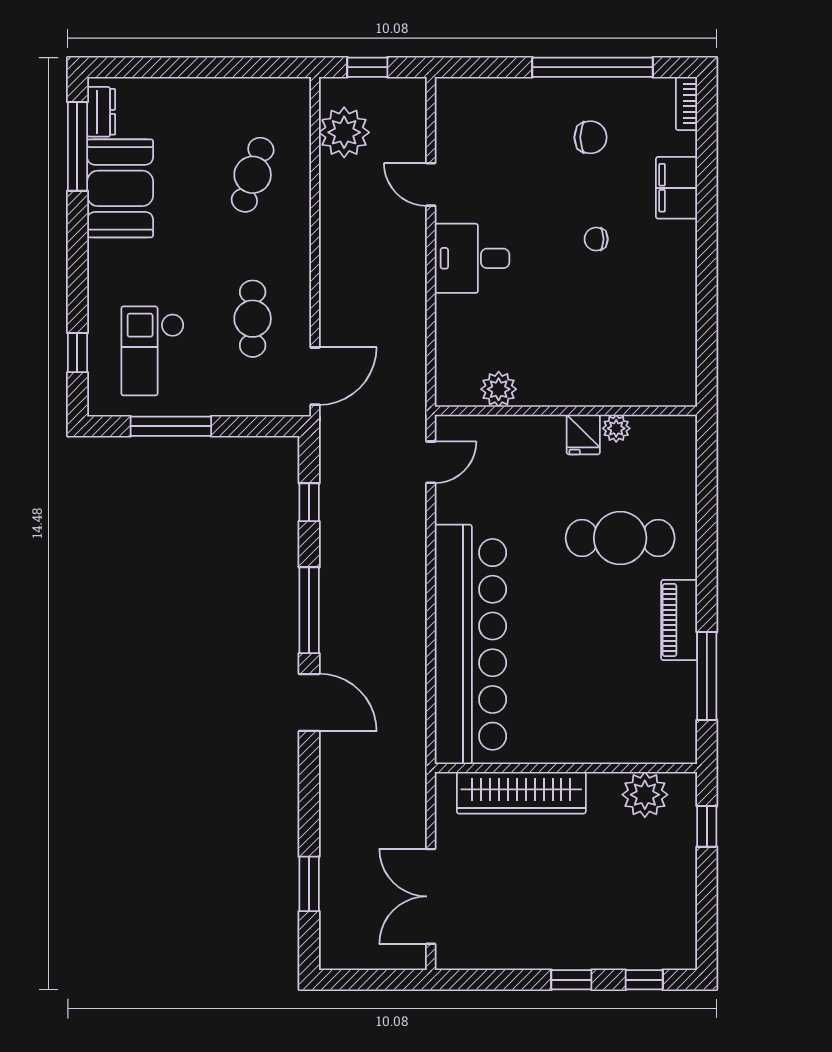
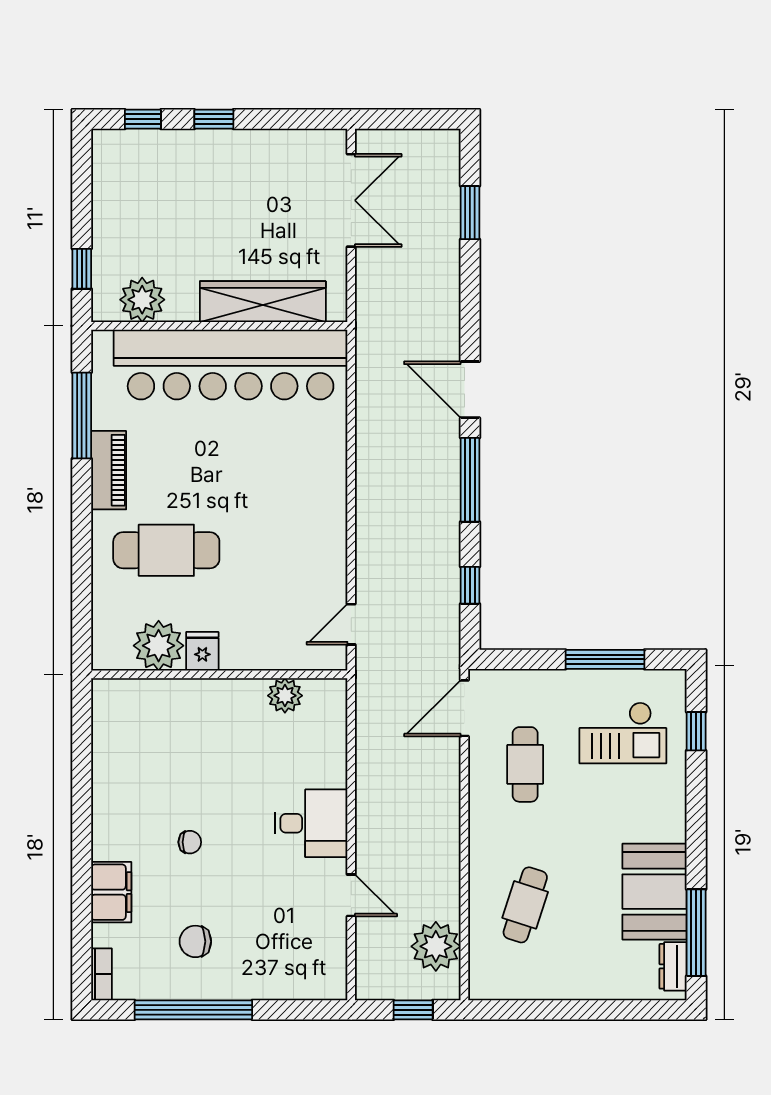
checkout: (153, 351) -> (623, 733), turned 90
plant: (616, 428) -> (159, 646), width x1.87, depth x1.87
bar counter: (470, 644) -> (231, 364), moved, turned -90

